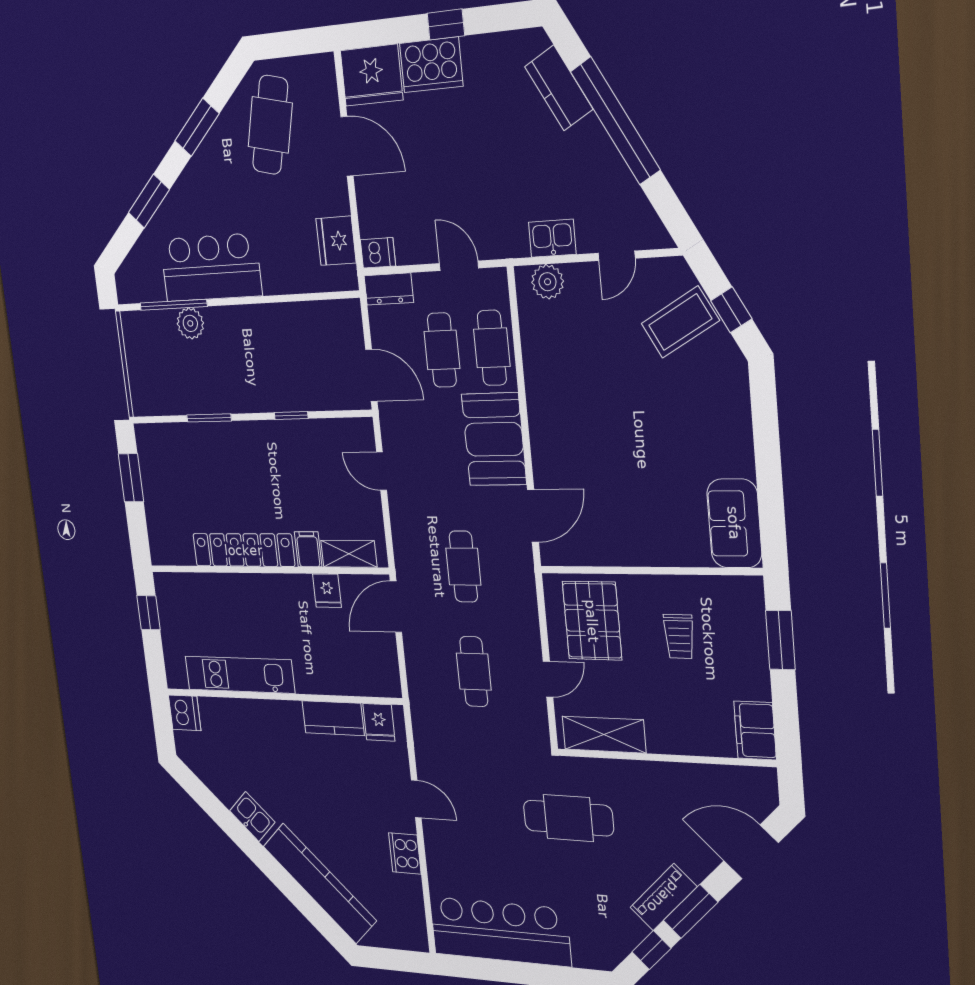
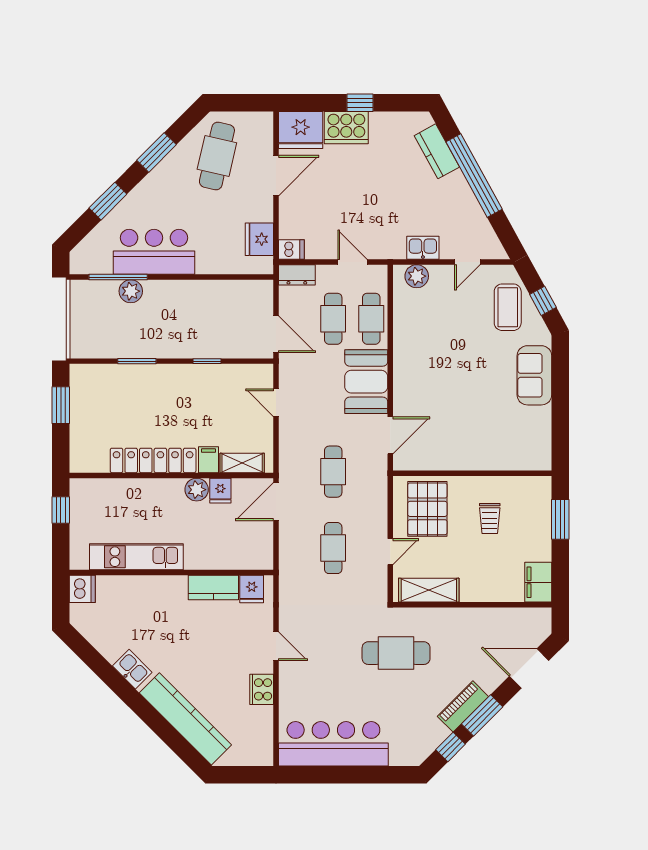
door: (347, 146) -> (276, 176), hinge flipped
coffee table: (680, 322) -> (508, 307), turned -61
sofa: (734, 523) -> (534, 375), moved
plant: (299, 589) -> (197, 490), added

